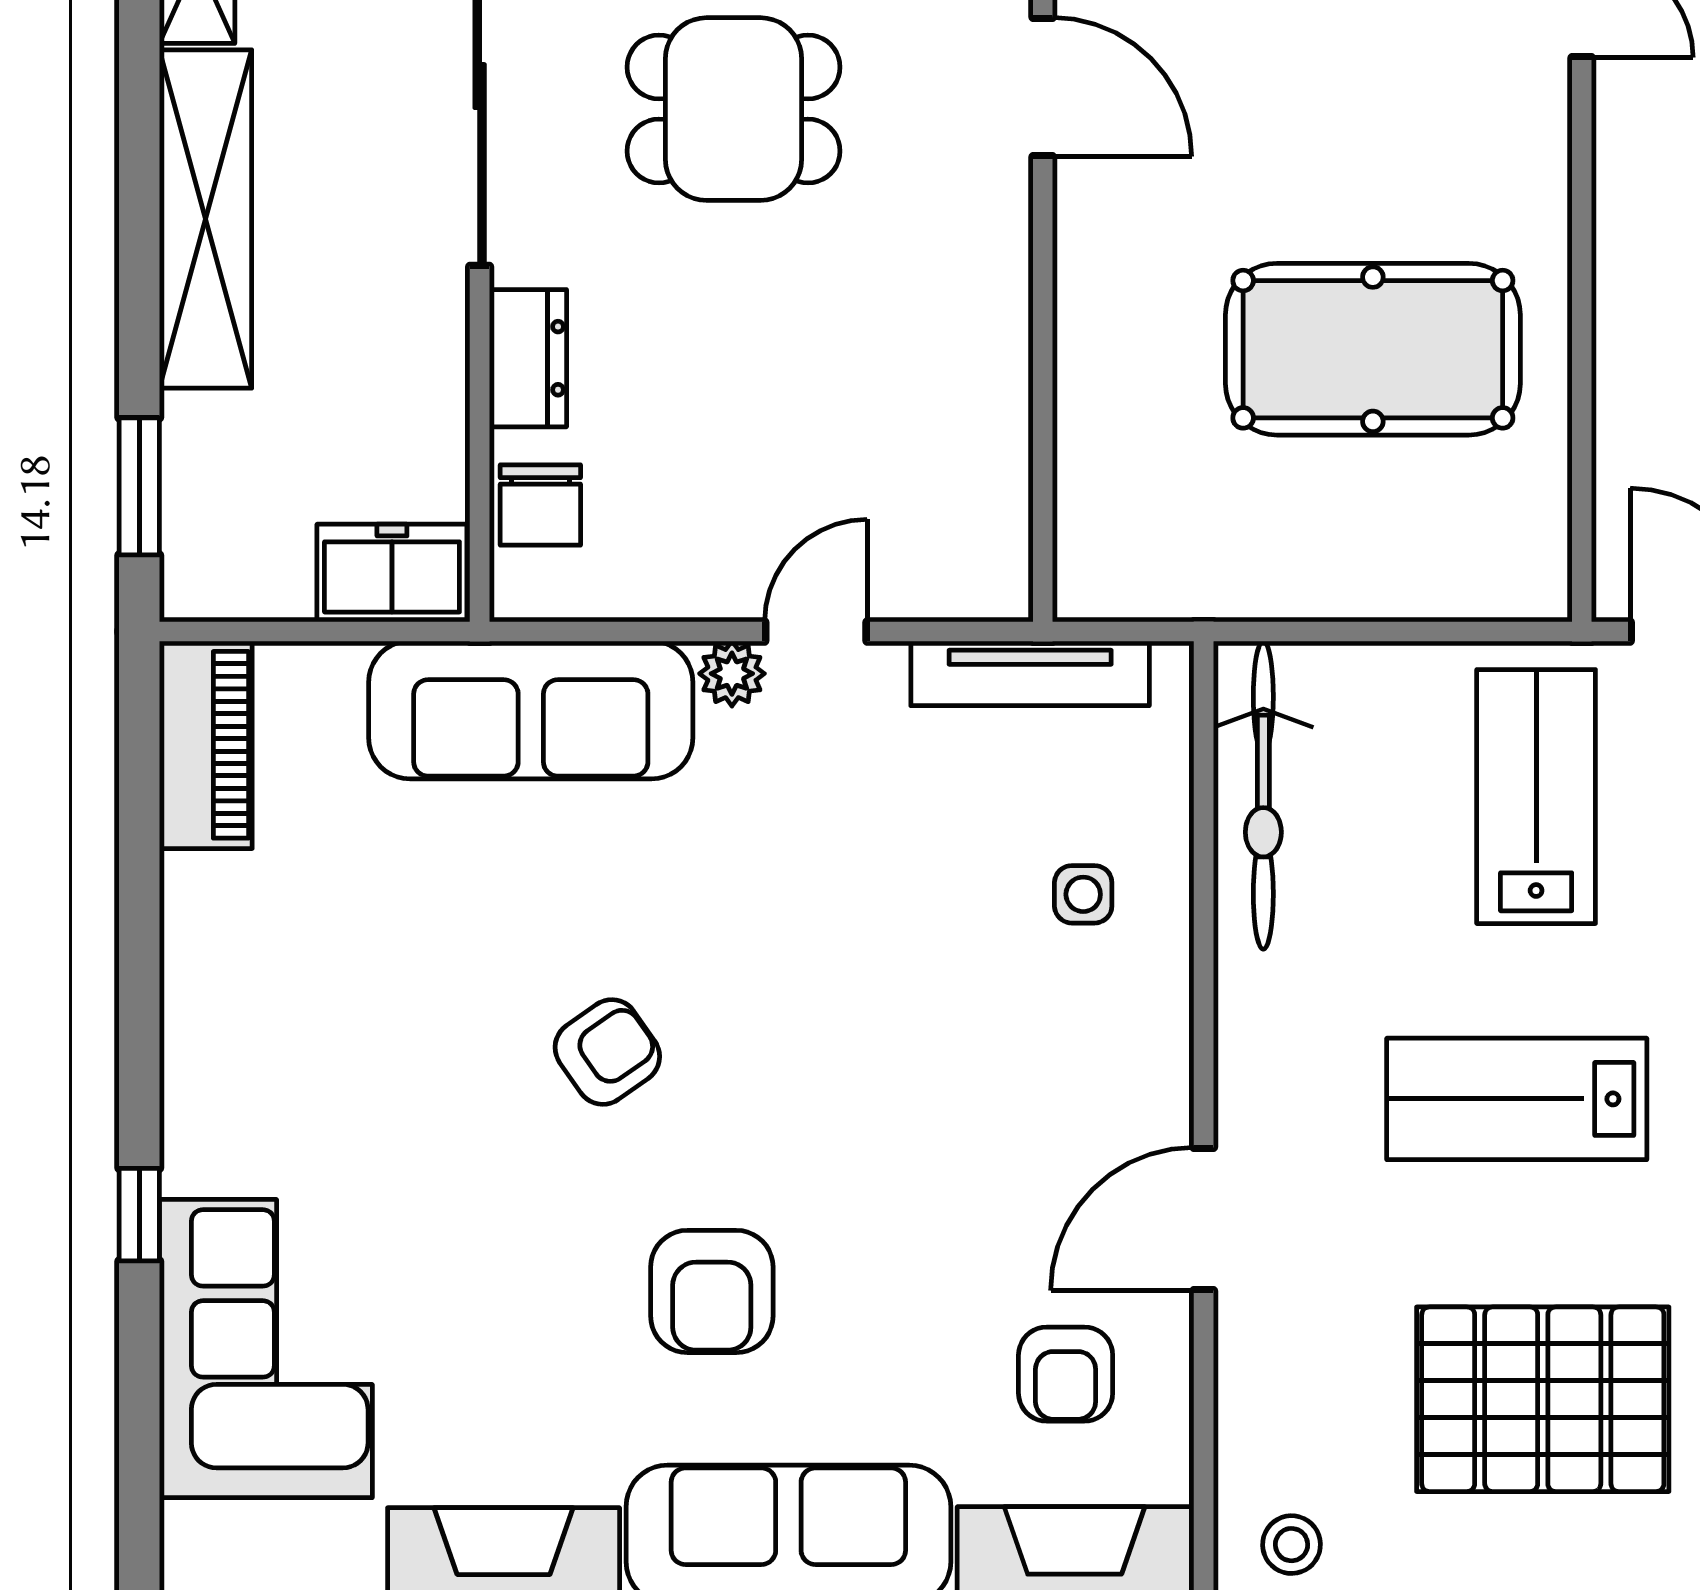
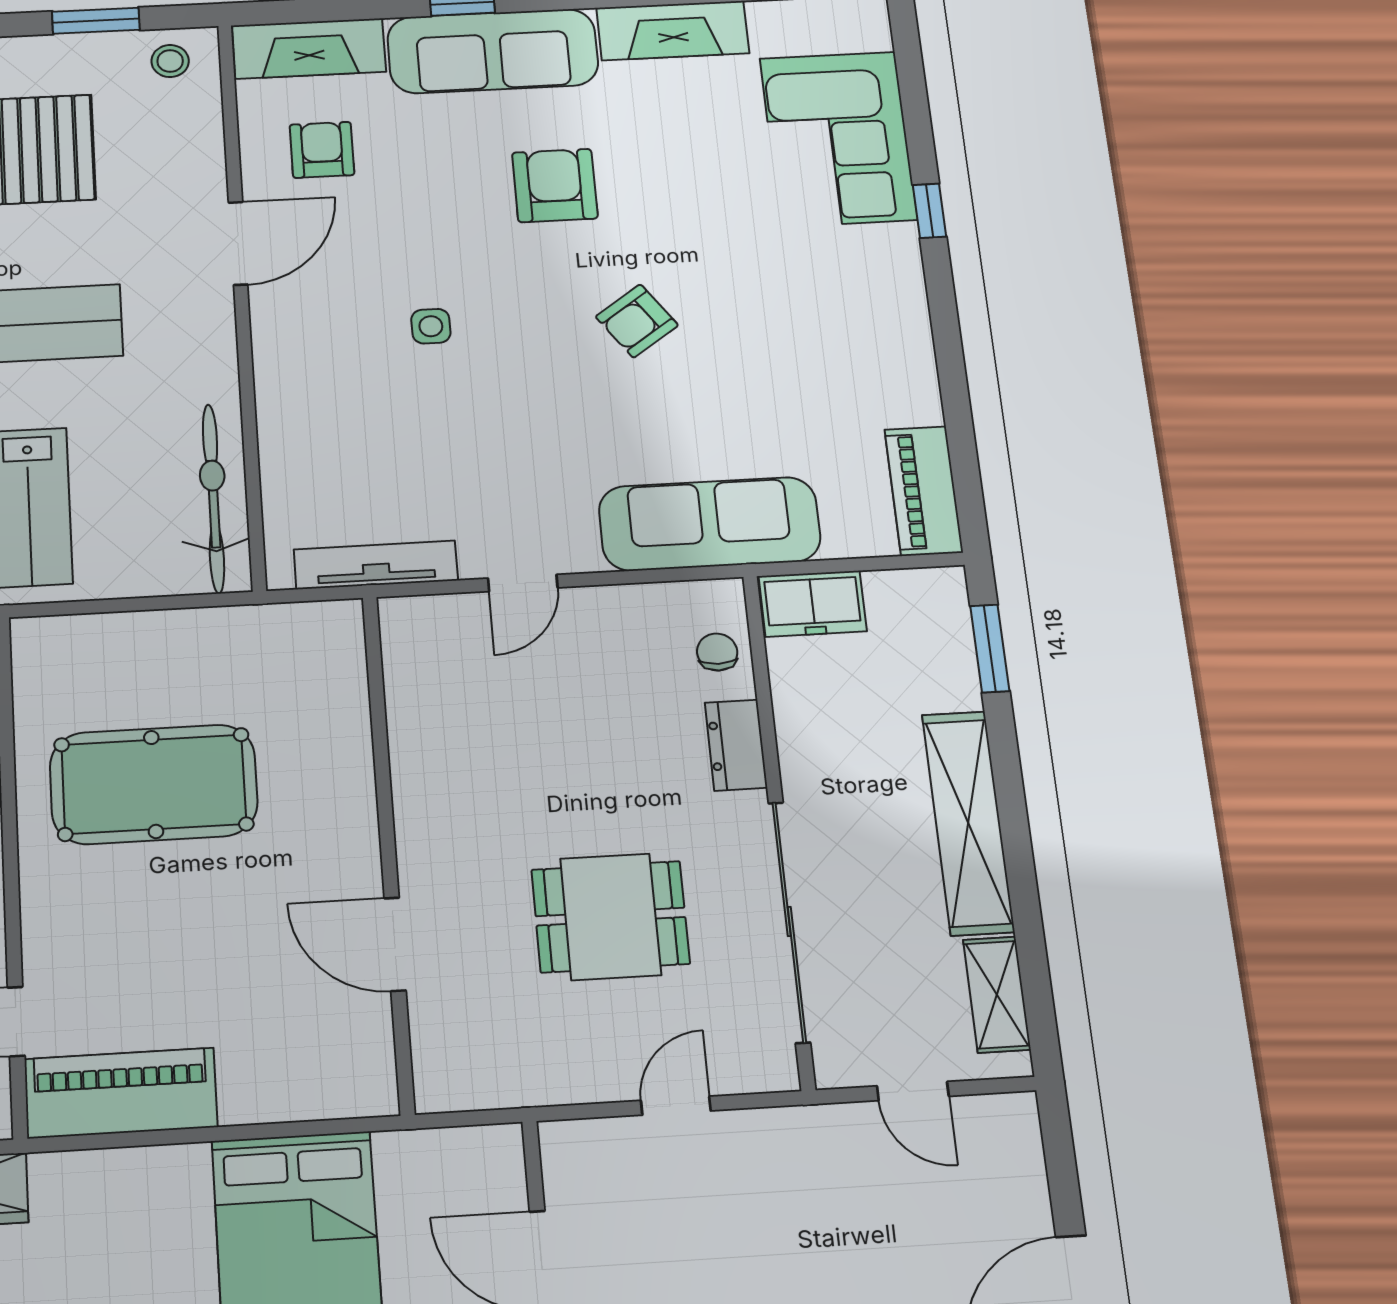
chair: (540, 505) -> (717, 652), width x0.73, depth x0.73
plant: (732, 674) -> (577, 554), removed
side table: (1083, 894) -> (431, 326), moved

